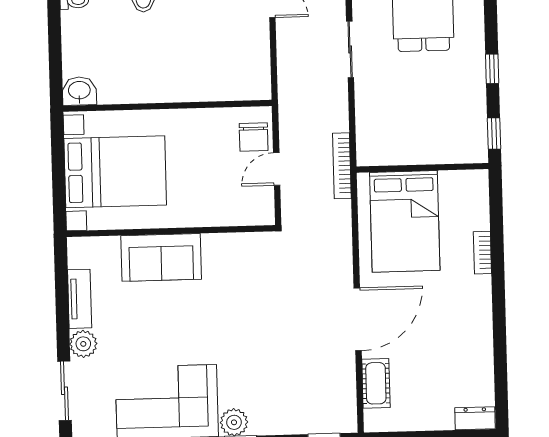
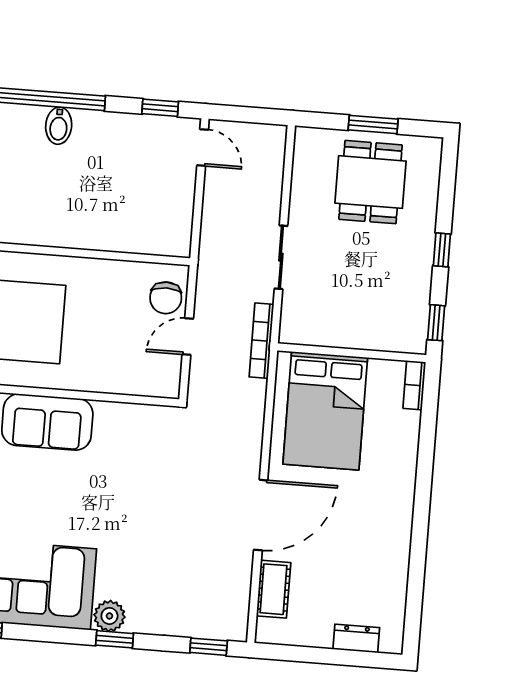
sliding door: (350, 49) -> (281, 257), moved
bookcase: (482, 253) -> (414, 385), moved
dresser: (475, 418) -> (356, 638), moved

